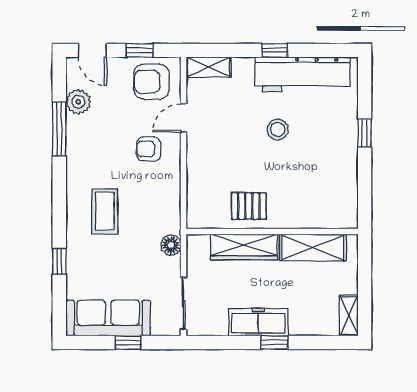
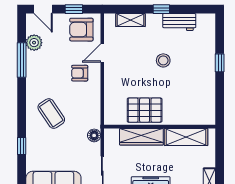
shelving: (209, 67) -> (130, 20), moved
workbench: (302, 74) -> (179, 22), width x0.53, depth x0.76
pallet: (249, 206) -> (145, 110), width x1.50, depth x1.42
coffee table: (105, 211) -> (51, 114), turned -34

